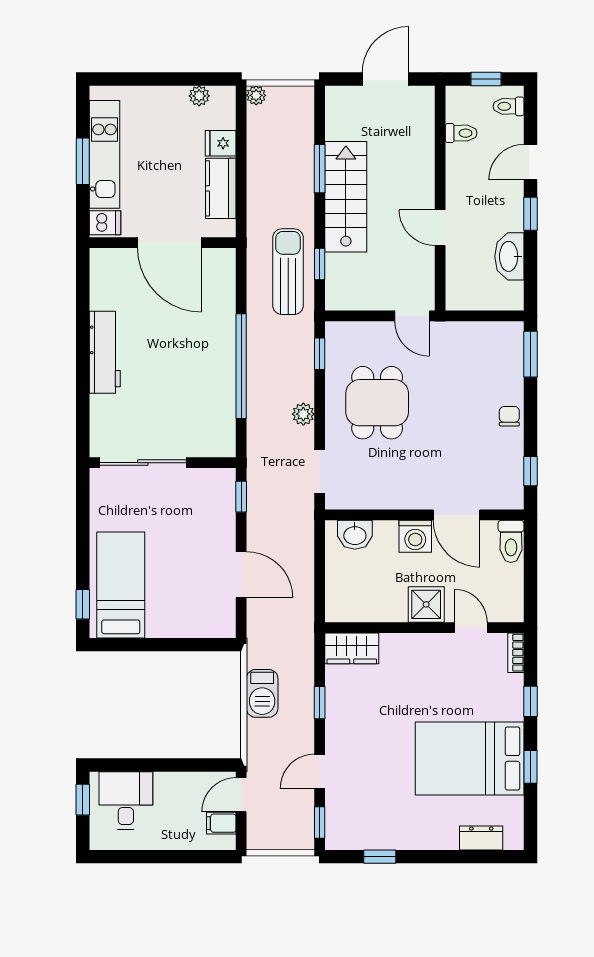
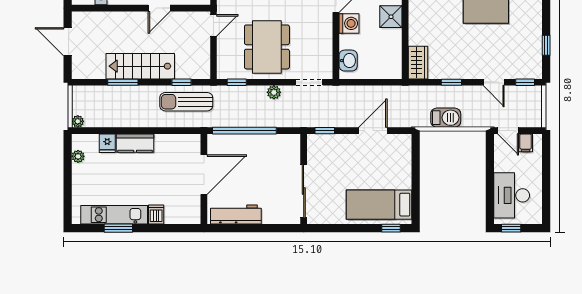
wall: (163, 243) -> (204, 179), moved
door: (169, 243) -> (204, 175), moved
dining table: (377, 403) -> (267, 47), width x1.37
desk: (126, 800) -> (512, 195), width x1.37

